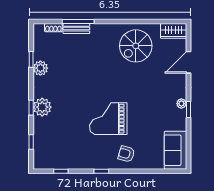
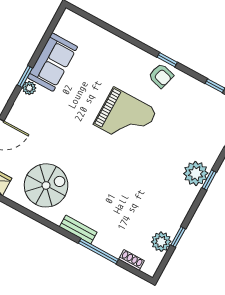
bench: (76, 29) -> (78, 230), moved
plant: (40, 68) -> (161, 242), moved
sofa: (175, 150) -> (52, 62), moved
armchair: (126, 154) -> (161, 76), moved

